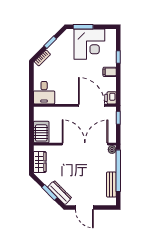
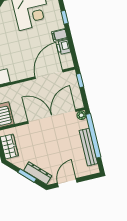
printer: (111, 98) -> (63, 47), moved
door: (92, 105) -> (49, 74), hinge flipped
bench: (111, 185) -> (88, 147), width x1.36
door: (84, 208) -> (67, 183), swing flipped

